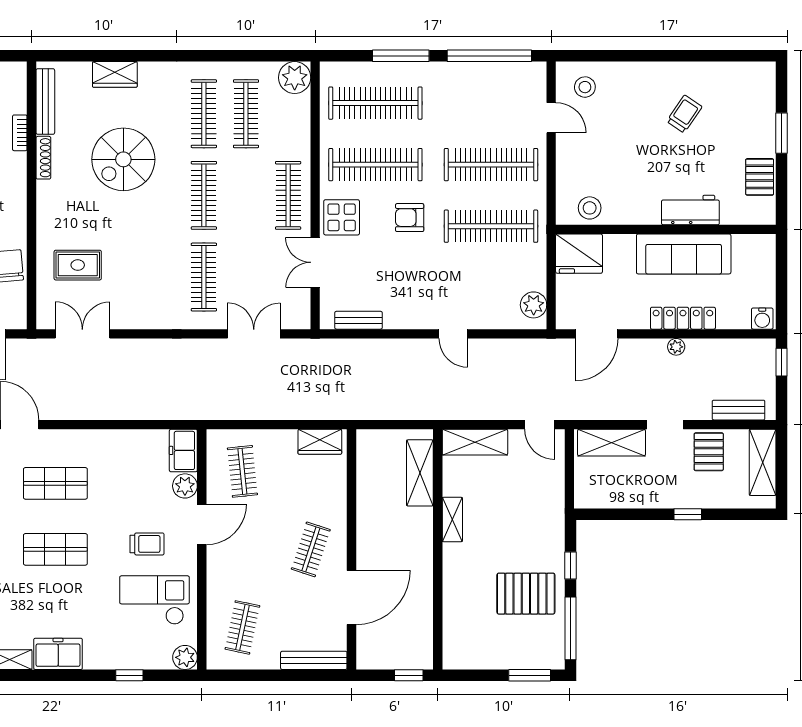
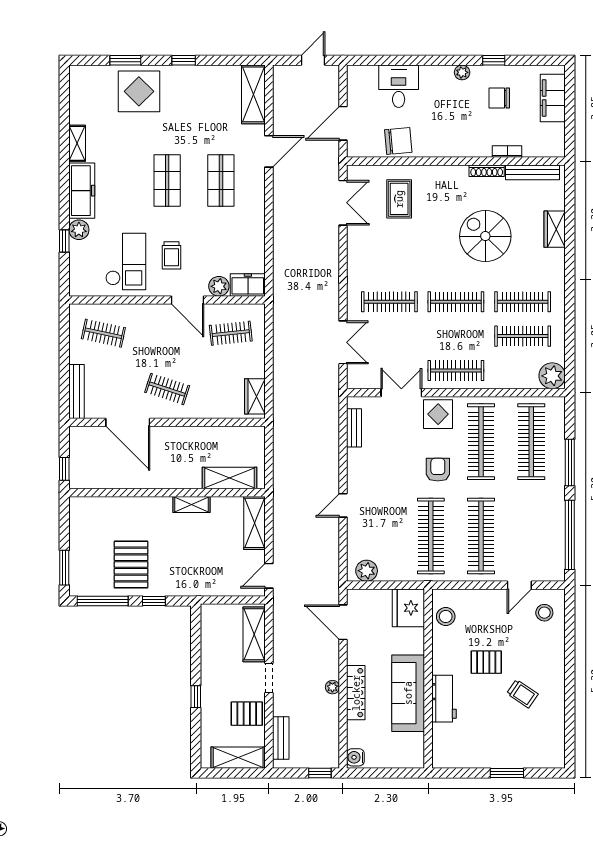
pallet: (760, 177) -> (486, 662), moved
freezer: (58, 654) -> (82, 191), width x1.40
plant: (185, 657) -> (79, 230), moved

